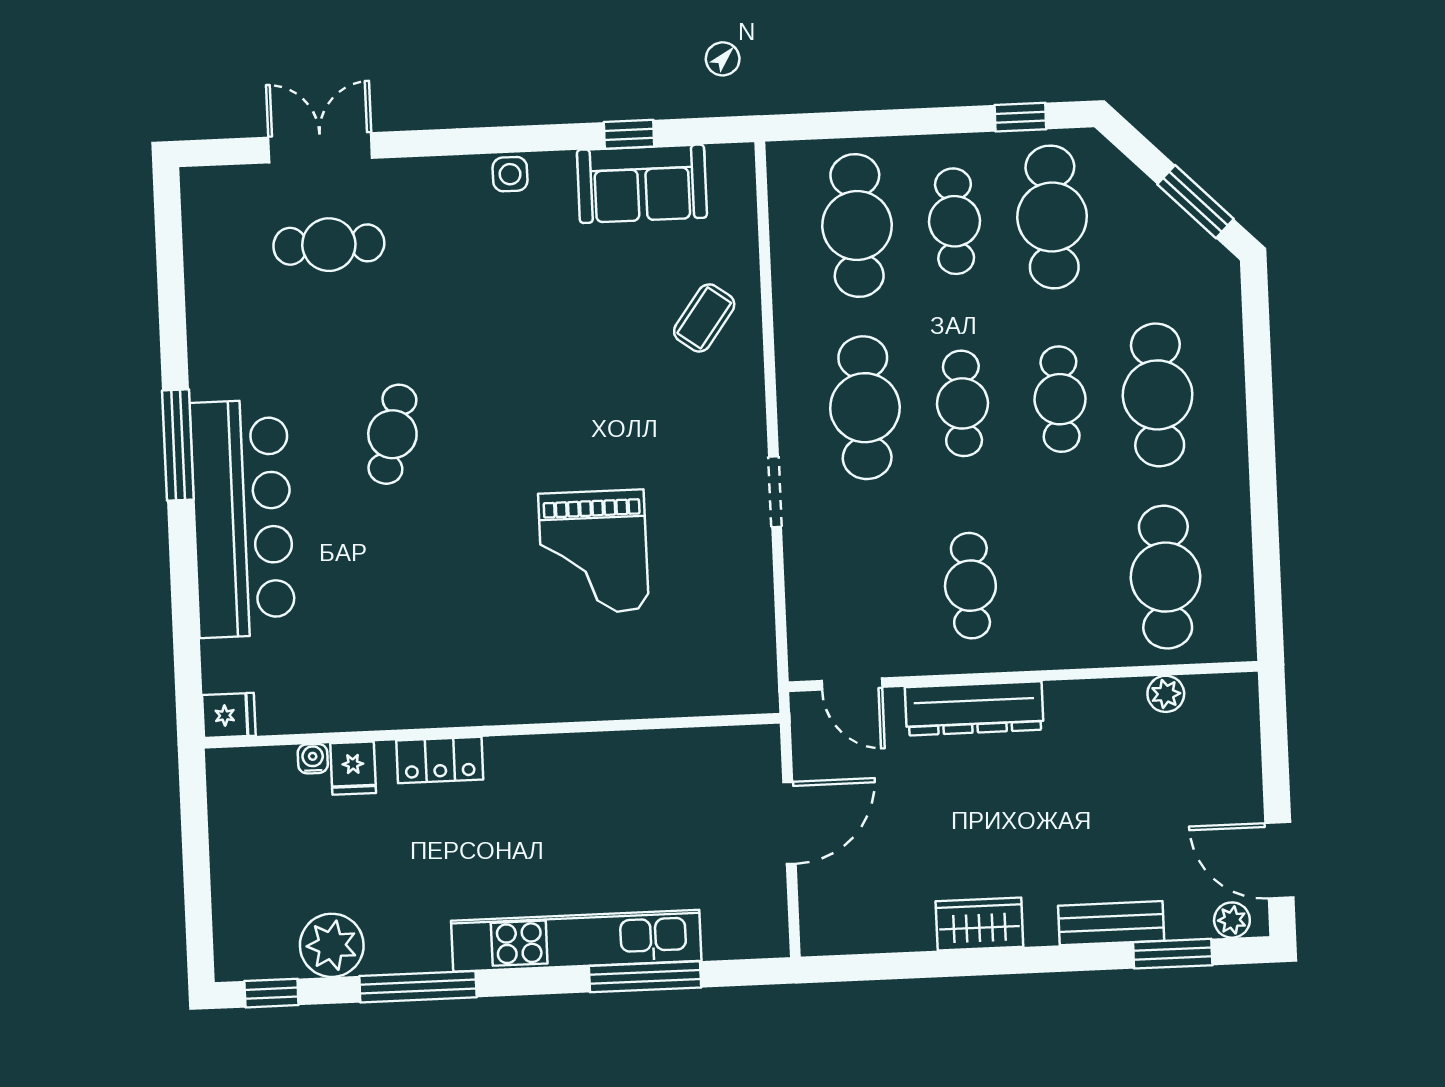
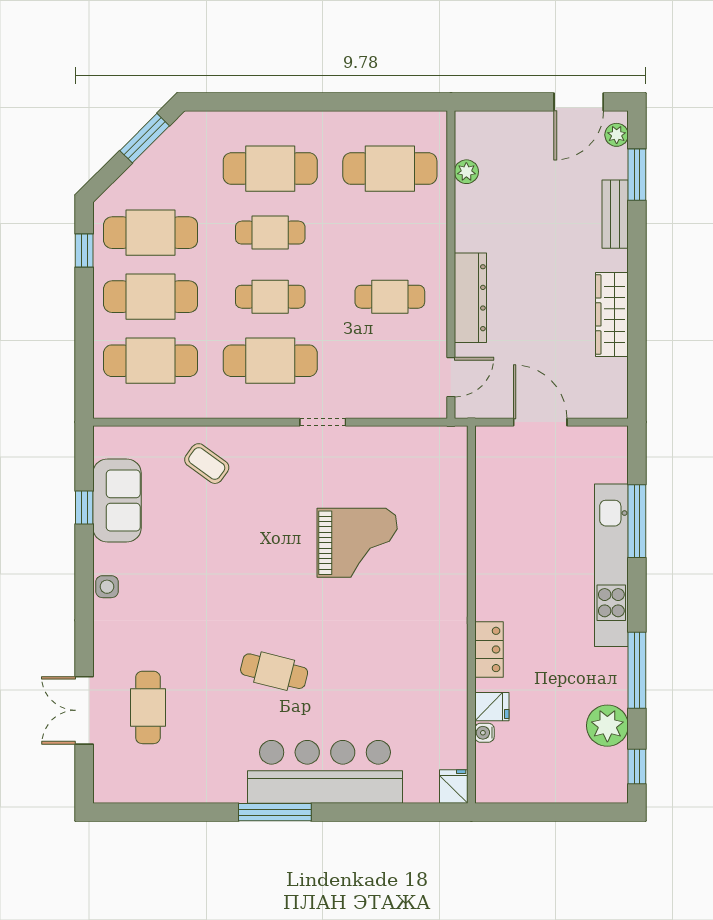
cafe table: (955, 221) -> (151, 297), width x1.37, depth x1.35
wardrobe: (979, 924) -> (612, 314), width x1.50

